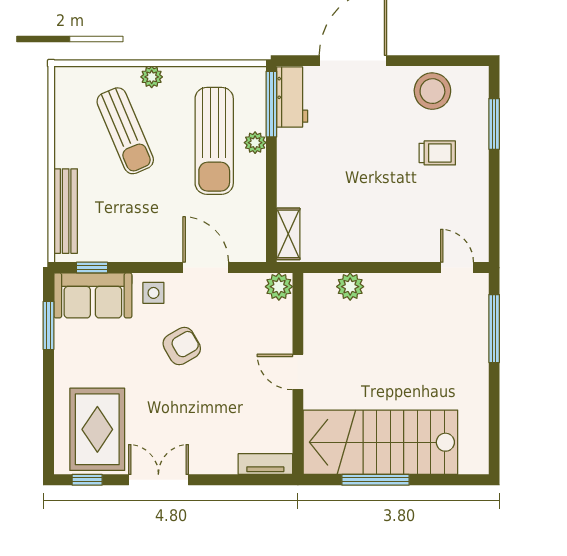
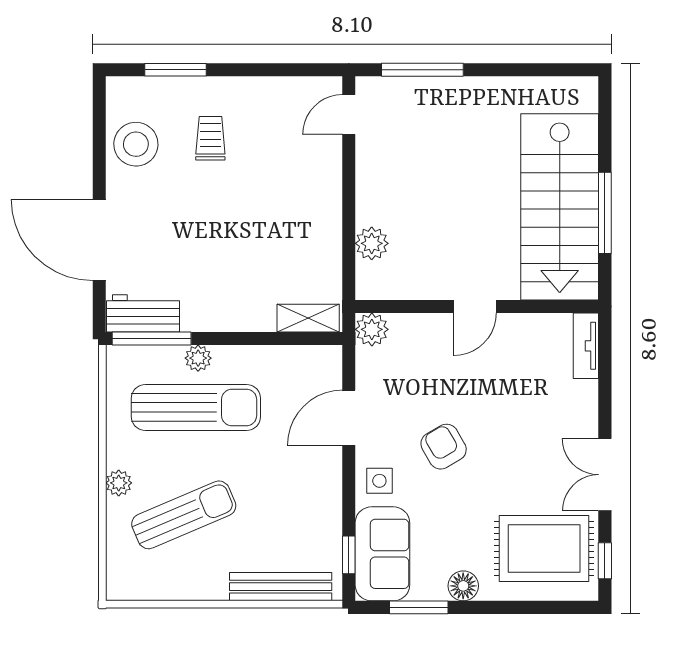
floor lamp: (66, 362) -> (463, 586), added

